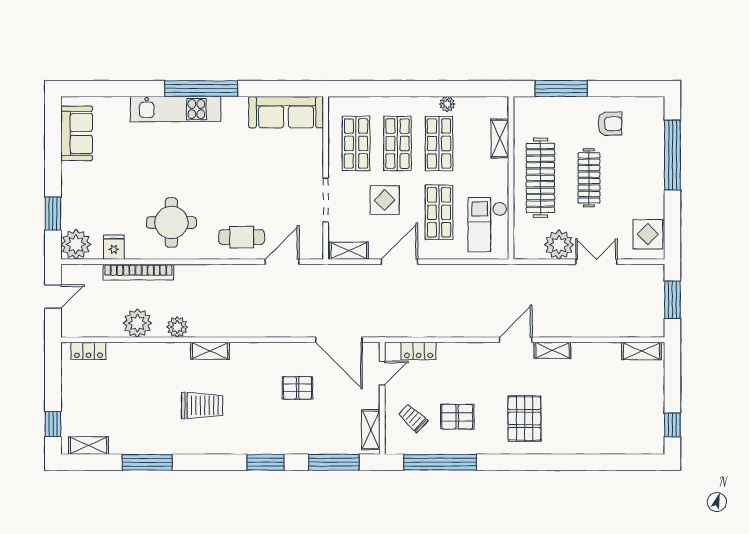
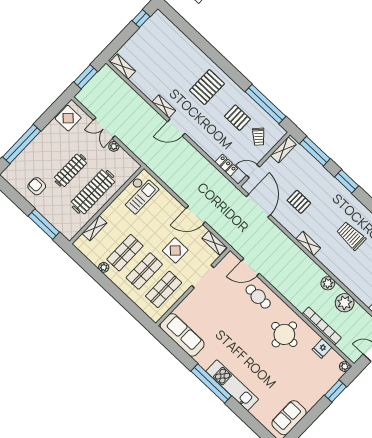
shop shelf: (439, 212) -> (155, 221), removed
plant: (76, 244) -> (345, 366), width x0.53, depth x0.53
plant: (559, 245) -> (114, 146), width x0.53, depth x0.53
shelving: (210, 351) -> (308, 243), moved

